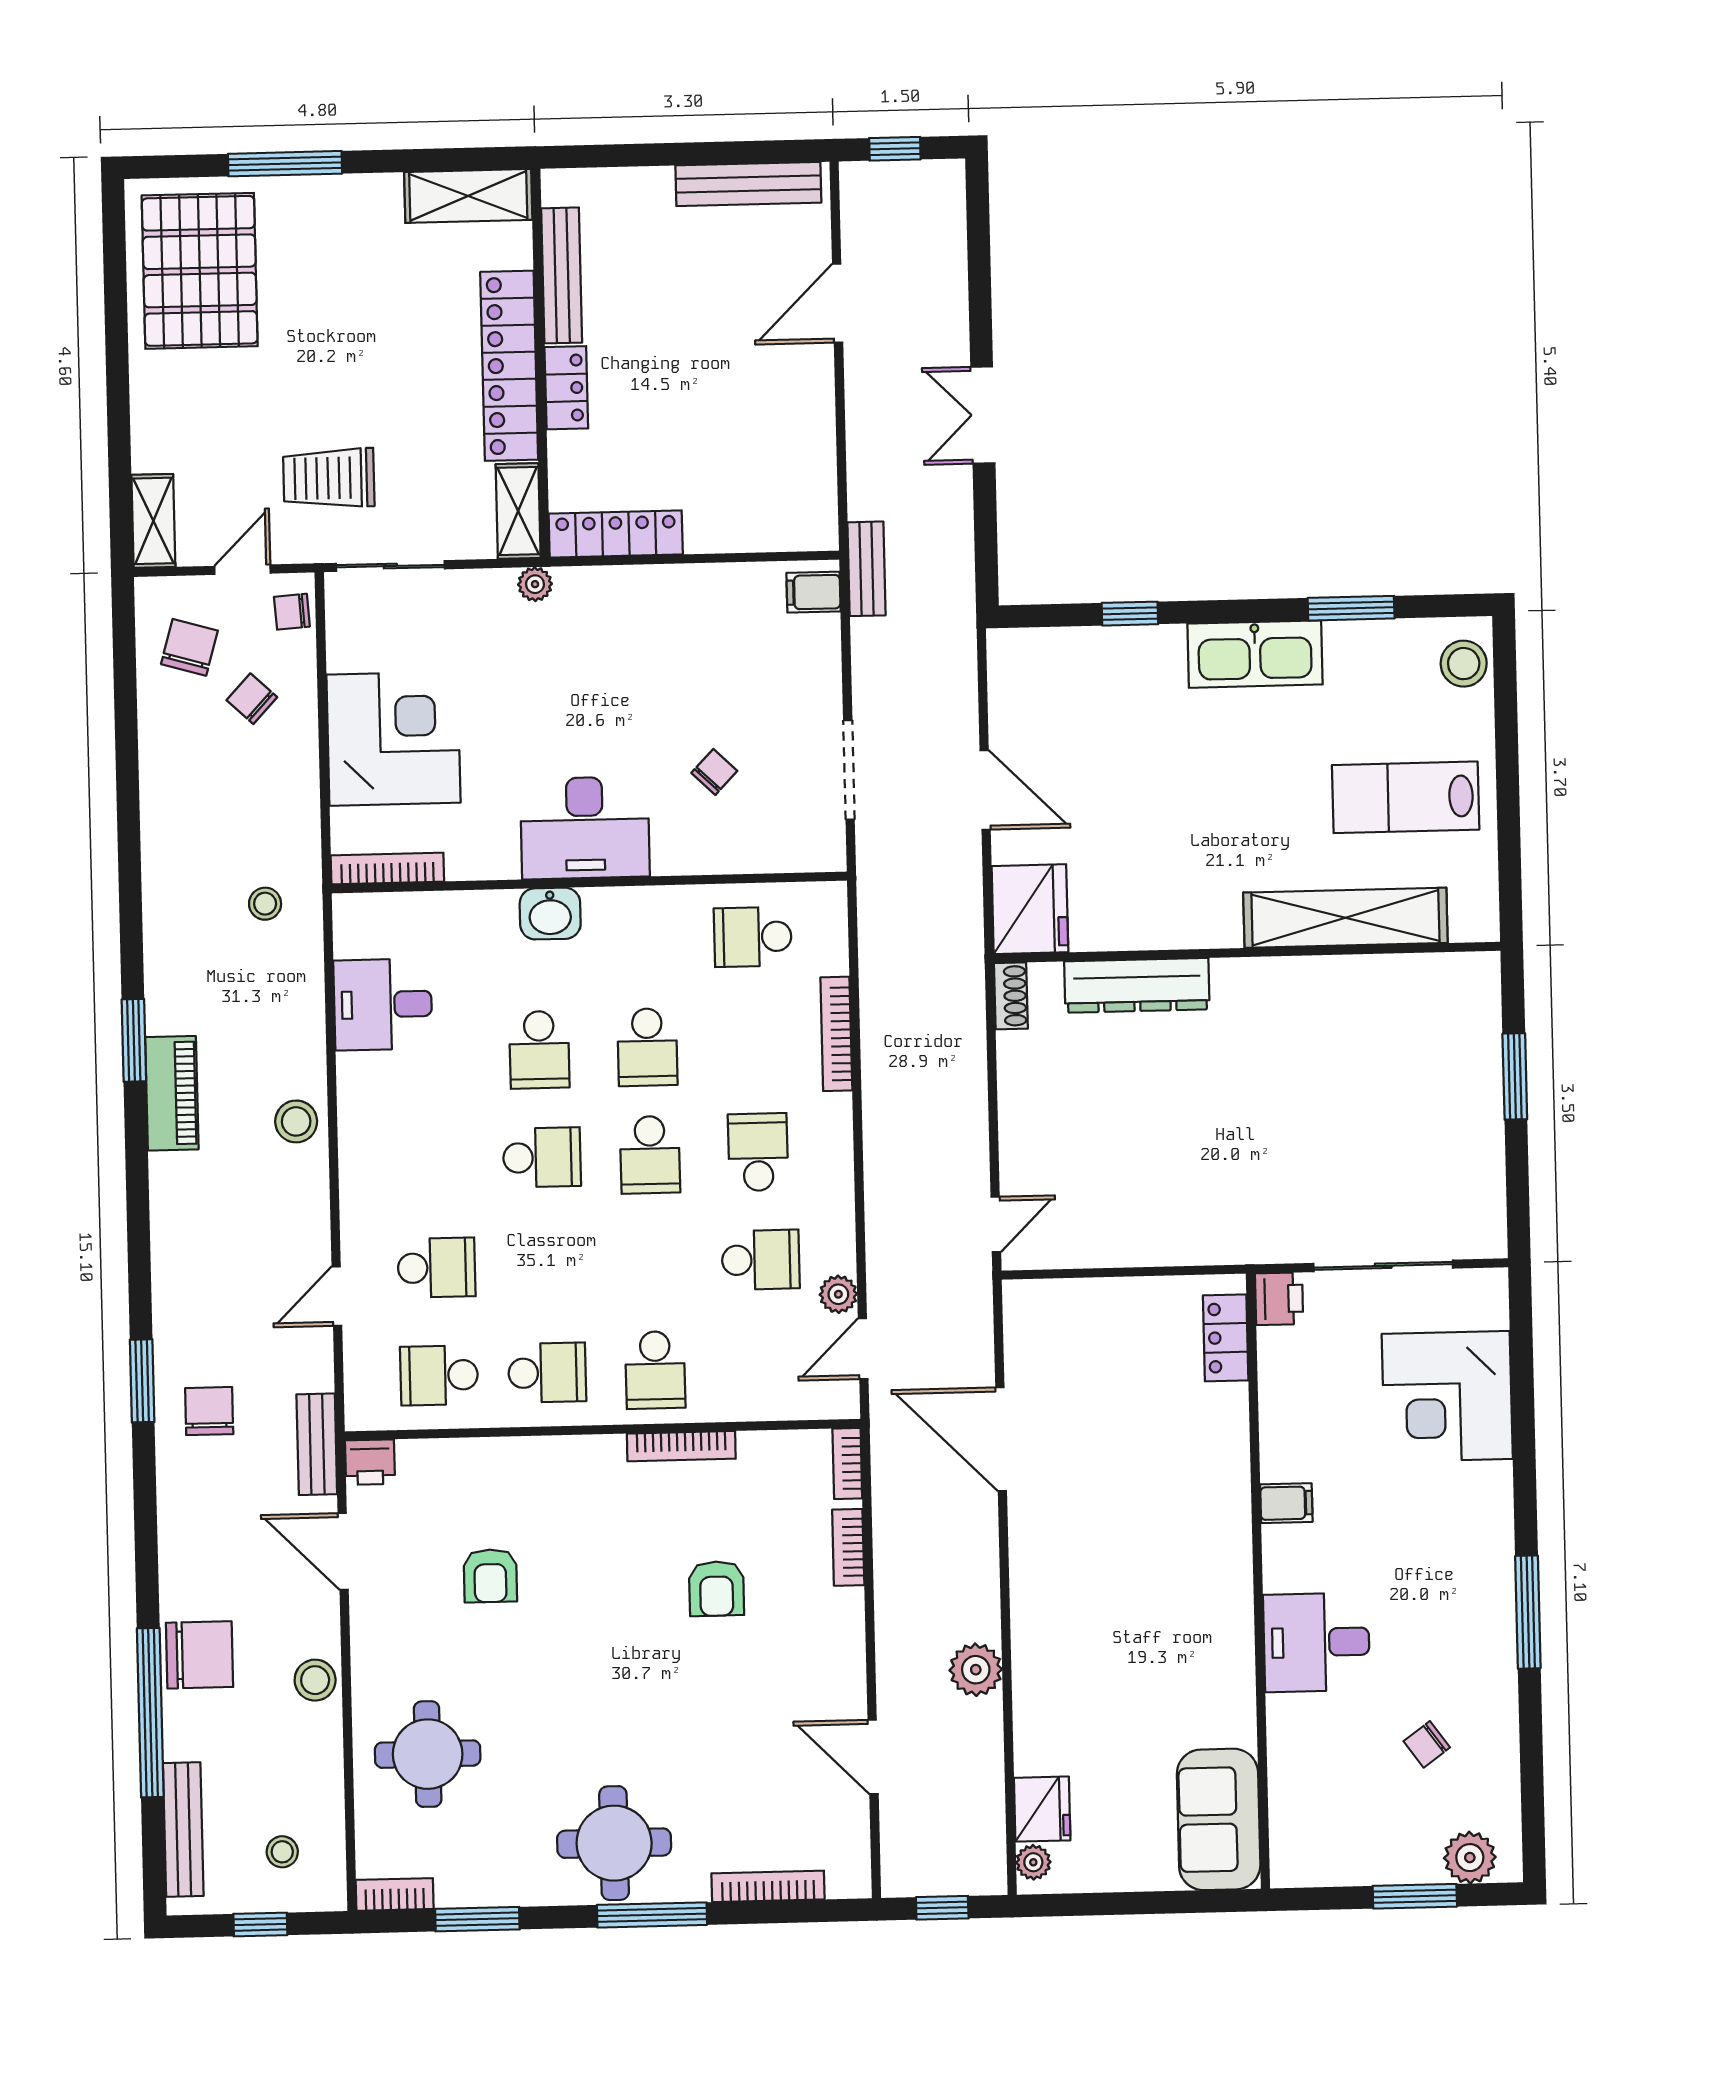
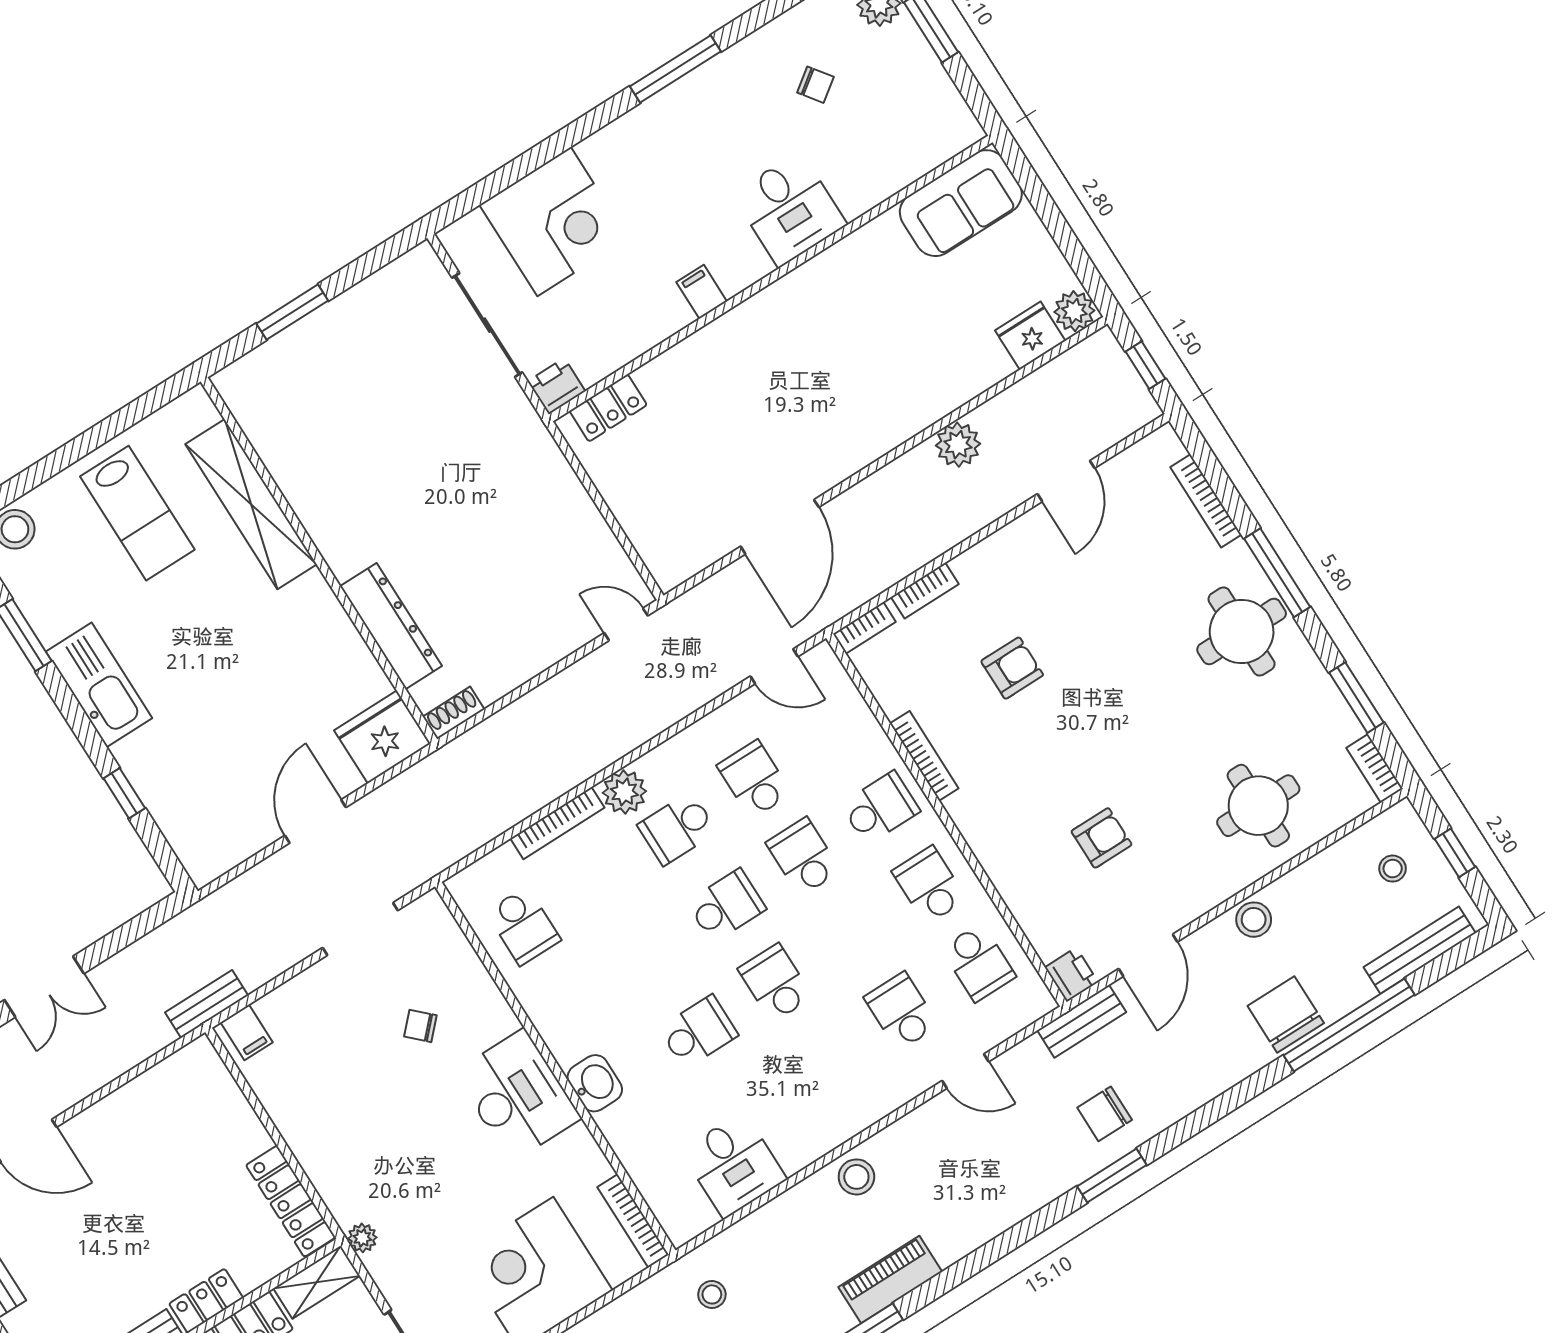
school desk: (647, 1047) -> (803, 857), moved, turned -90
plant: (838, 1294) -> (624, 792), moved, width x1.38, depth x1.38
plant: (1033, 1862) -> (1074, 311), width x1.38, depth x1.38

